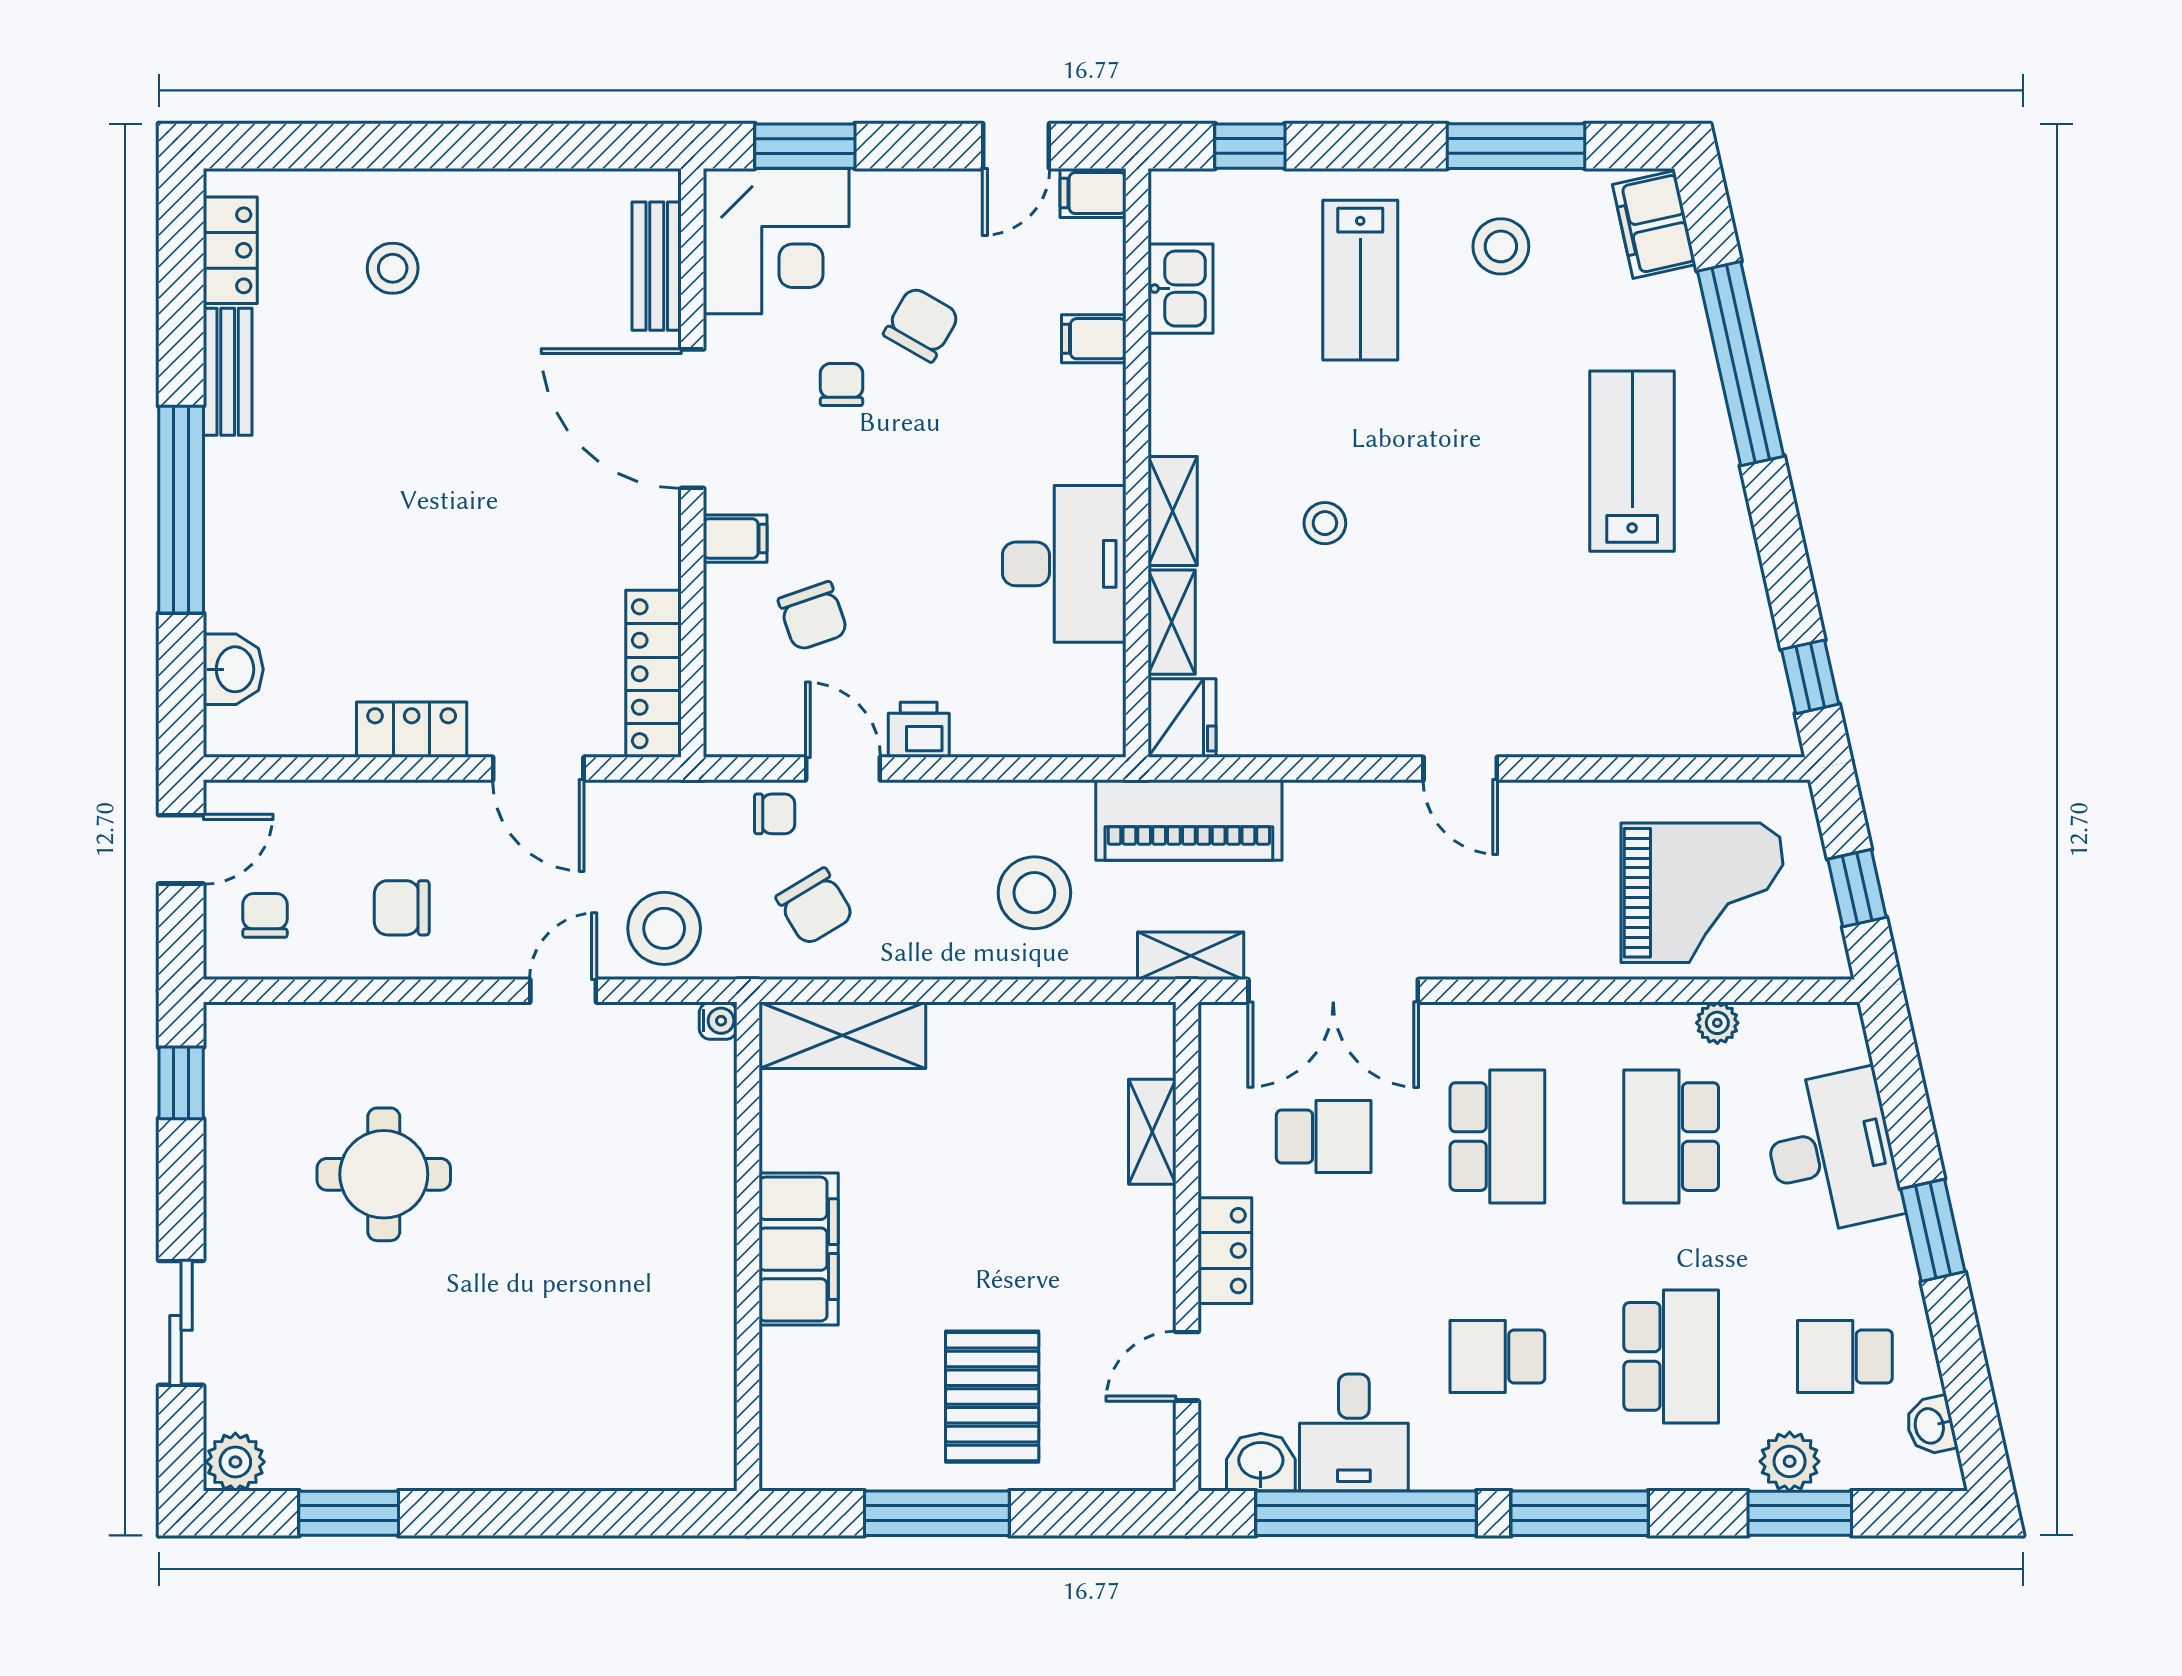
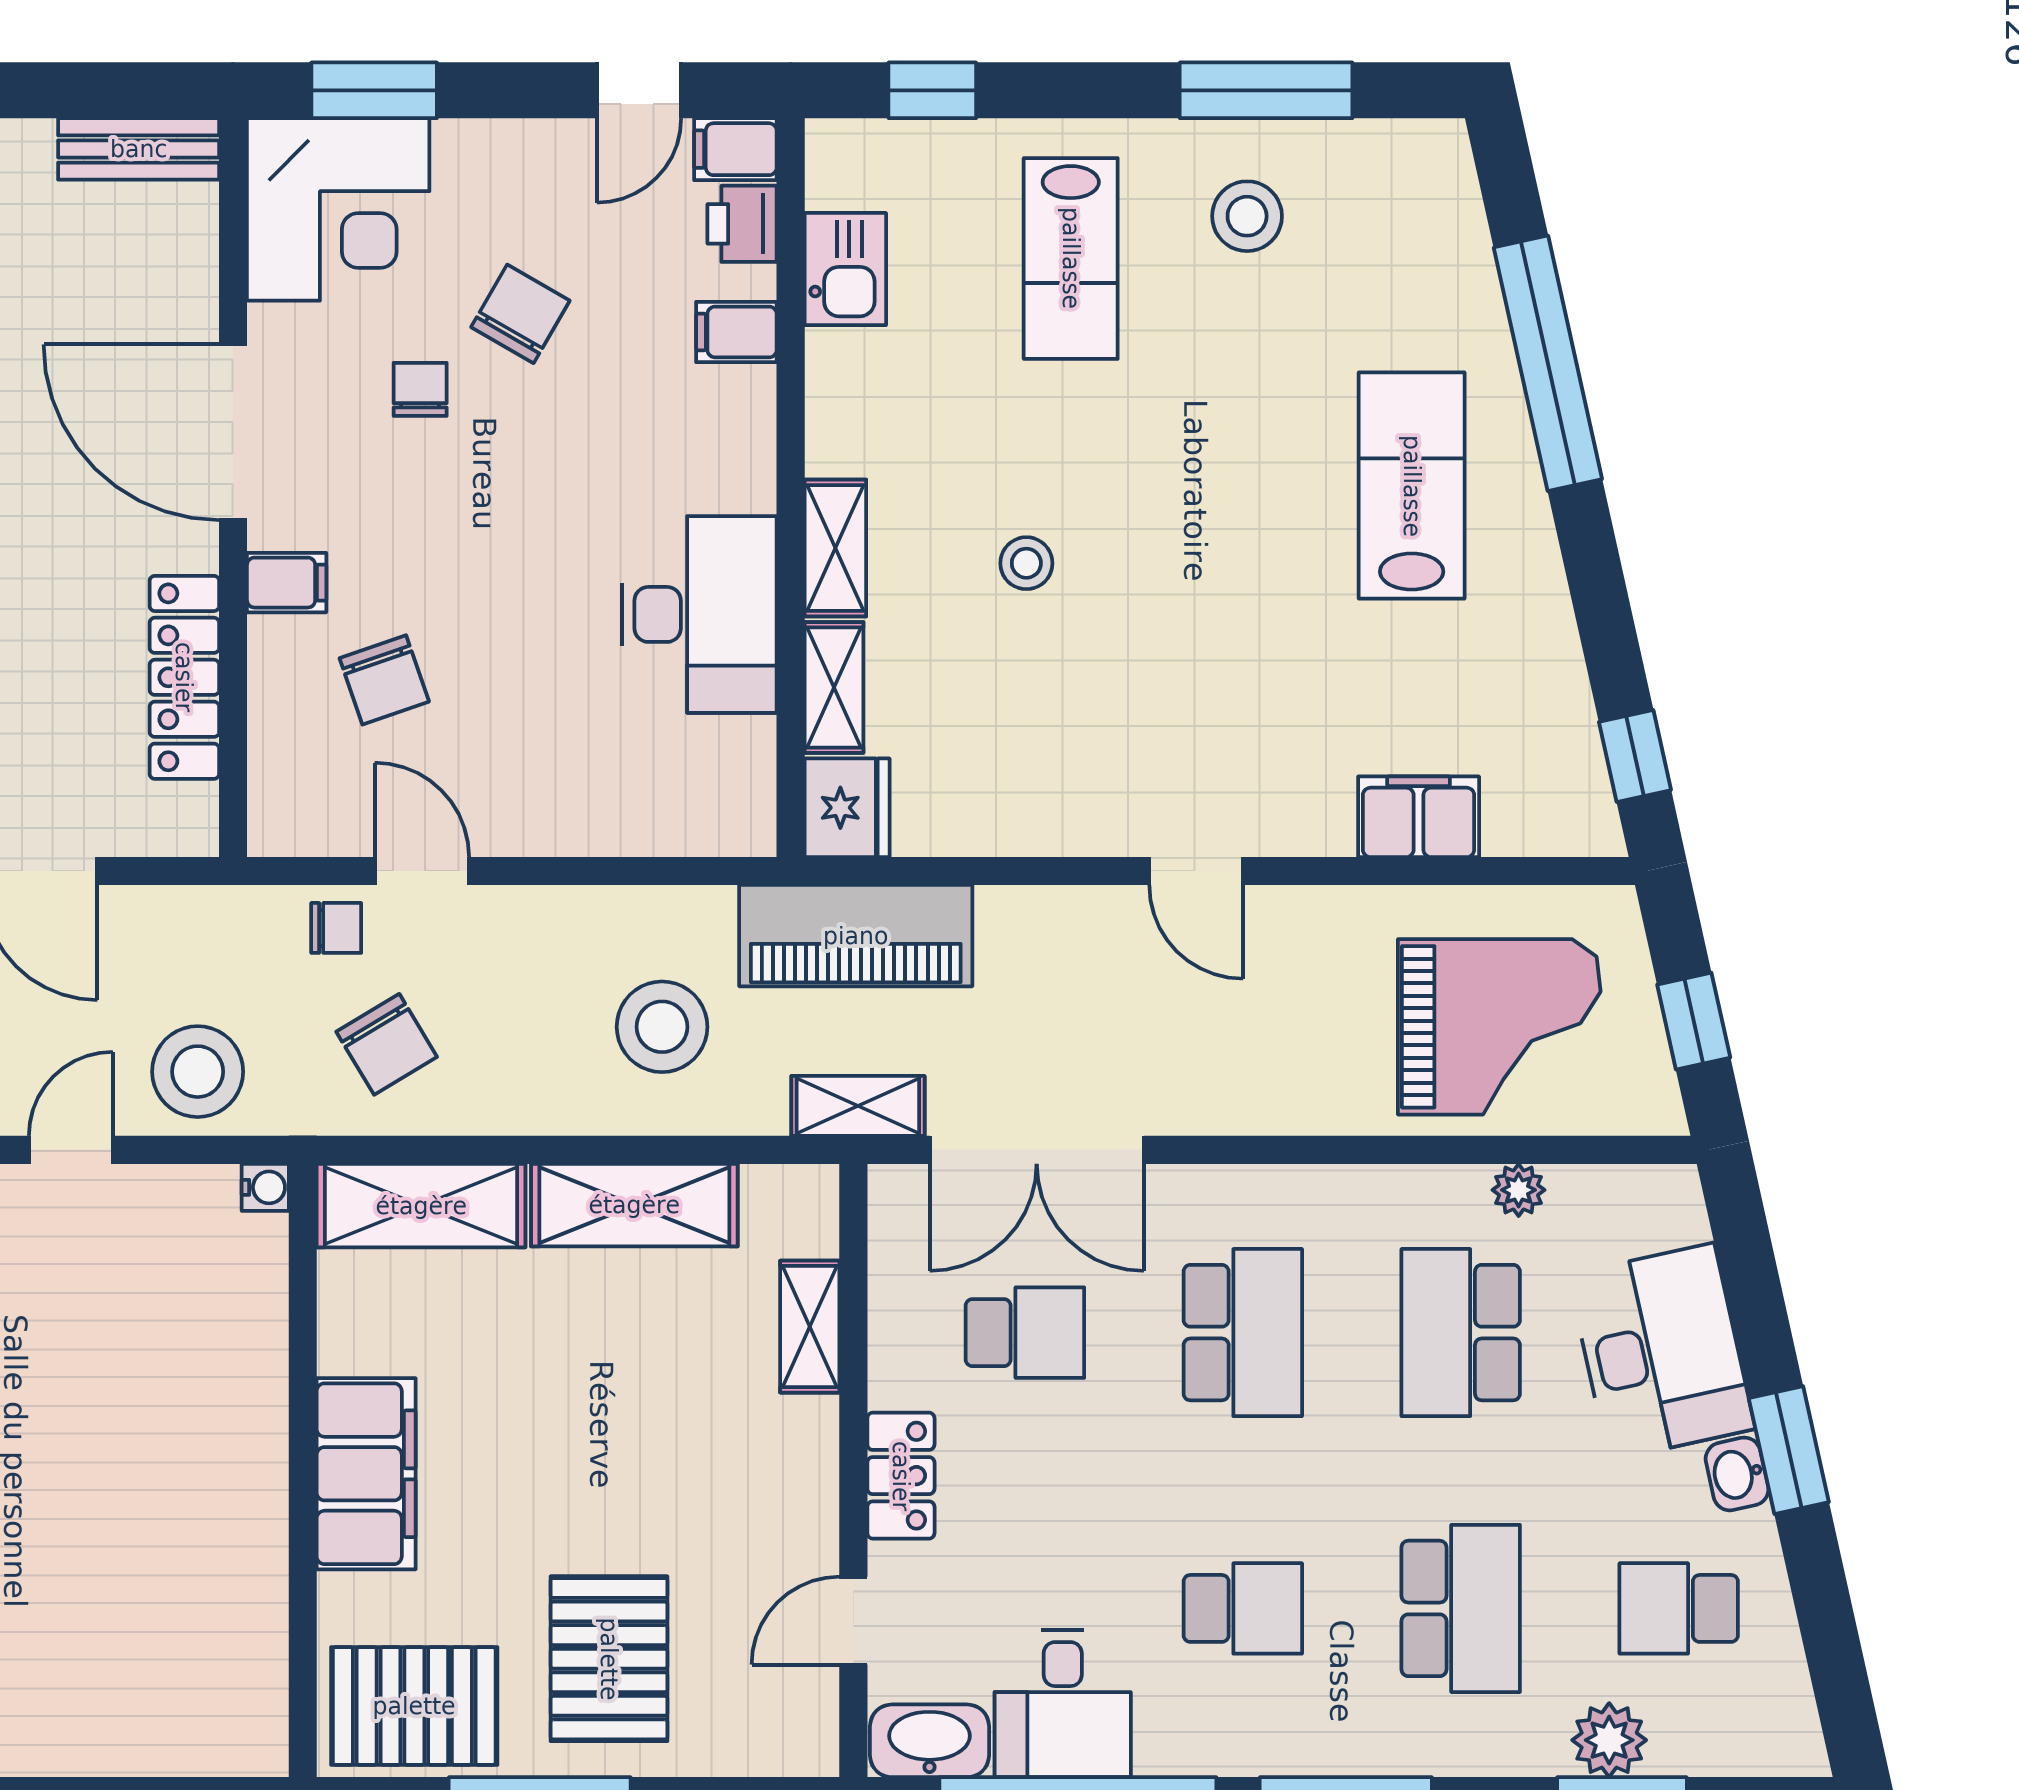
filing cabinet: (1654, 225) -> (1419, 817), moved, turned 103
bench: (657, 266) -> (139, 149), moved, turned 90
locker: (654, 674) -> (184, 677), moved
printer: (919, 730) -> (742, 224), moved, turned -90
shelving: (1012, 1035) -> (634, 1205), added
school desk: (1497, 1356) -> (1243, 1608), turned 180
washbasin: (1931, 1426) -> (1737, 1474), moved
pallet: (837, 1434) -> (414, 1706), added
washbasin: (1261, 1462) -> (929, 1741), width x1.38

